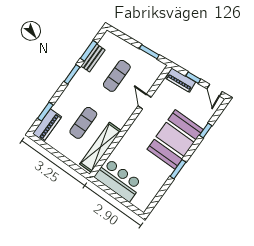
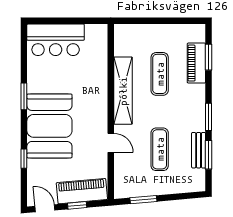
piano: (181, 80) -> (82, 191), width x1.37, depth x1.33
piano: (47, 125) -> (196, 63), moved
shelving: (100, 147) -> (123, 91), moved
bar counter: (118, 180) -> (56, 40), moved

